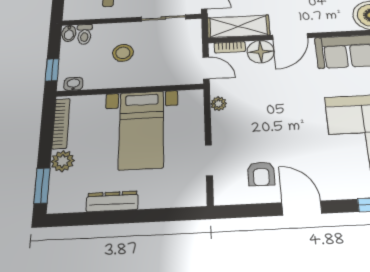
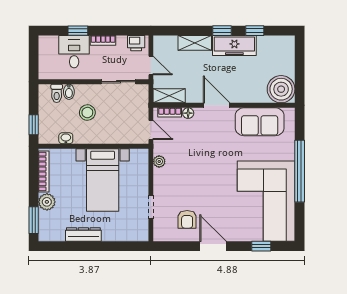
shelving: (238, 26) -> (169, 96), width x0.67, depth x0.75
bidet: (69, 33) -> (69, 92), moved
door: (290, 37) -> (217, 105), swing flipped
floor lamp: (261, 52) -> (188, 113), width x0.53, depth x0.53
washbasin: (73, 84) -> (66, 138), moved

